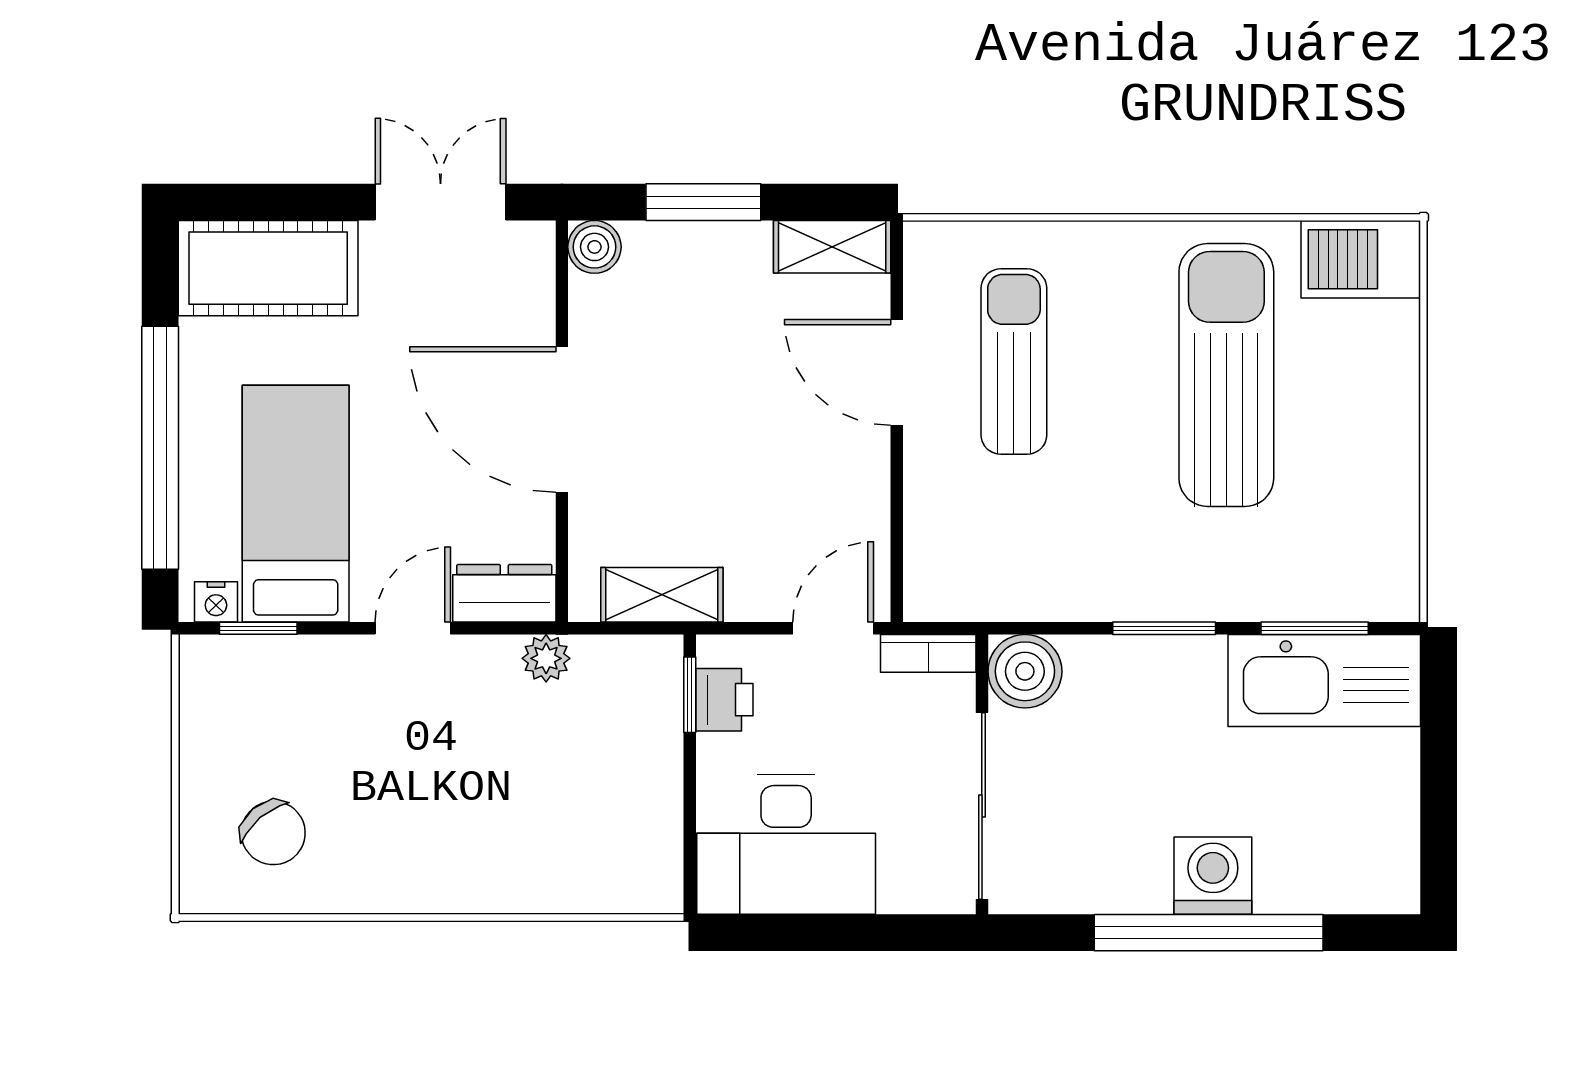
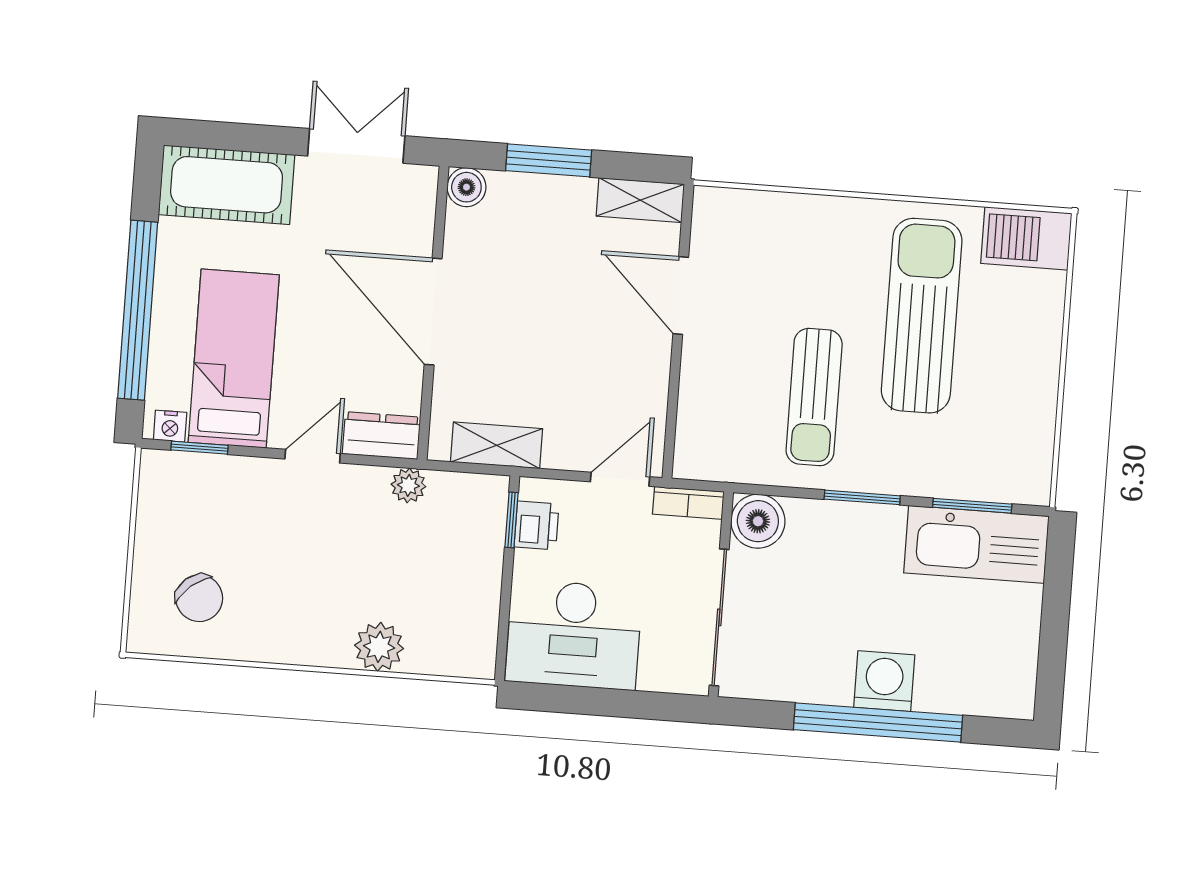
sun lounger: (1014, 362) -> (814, 397), moved, turned 180
plant: (523, 881) -> (379, 647), added

